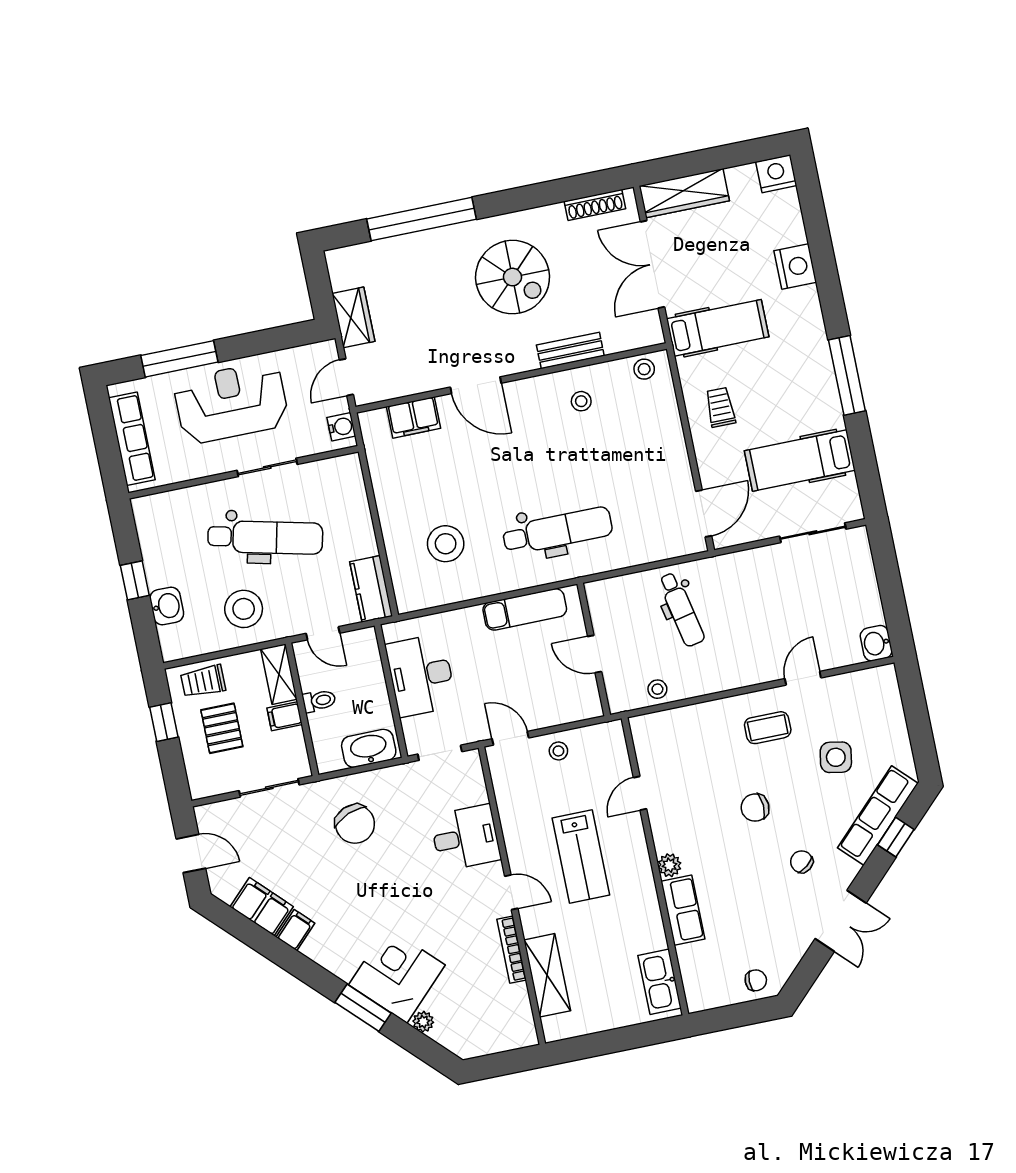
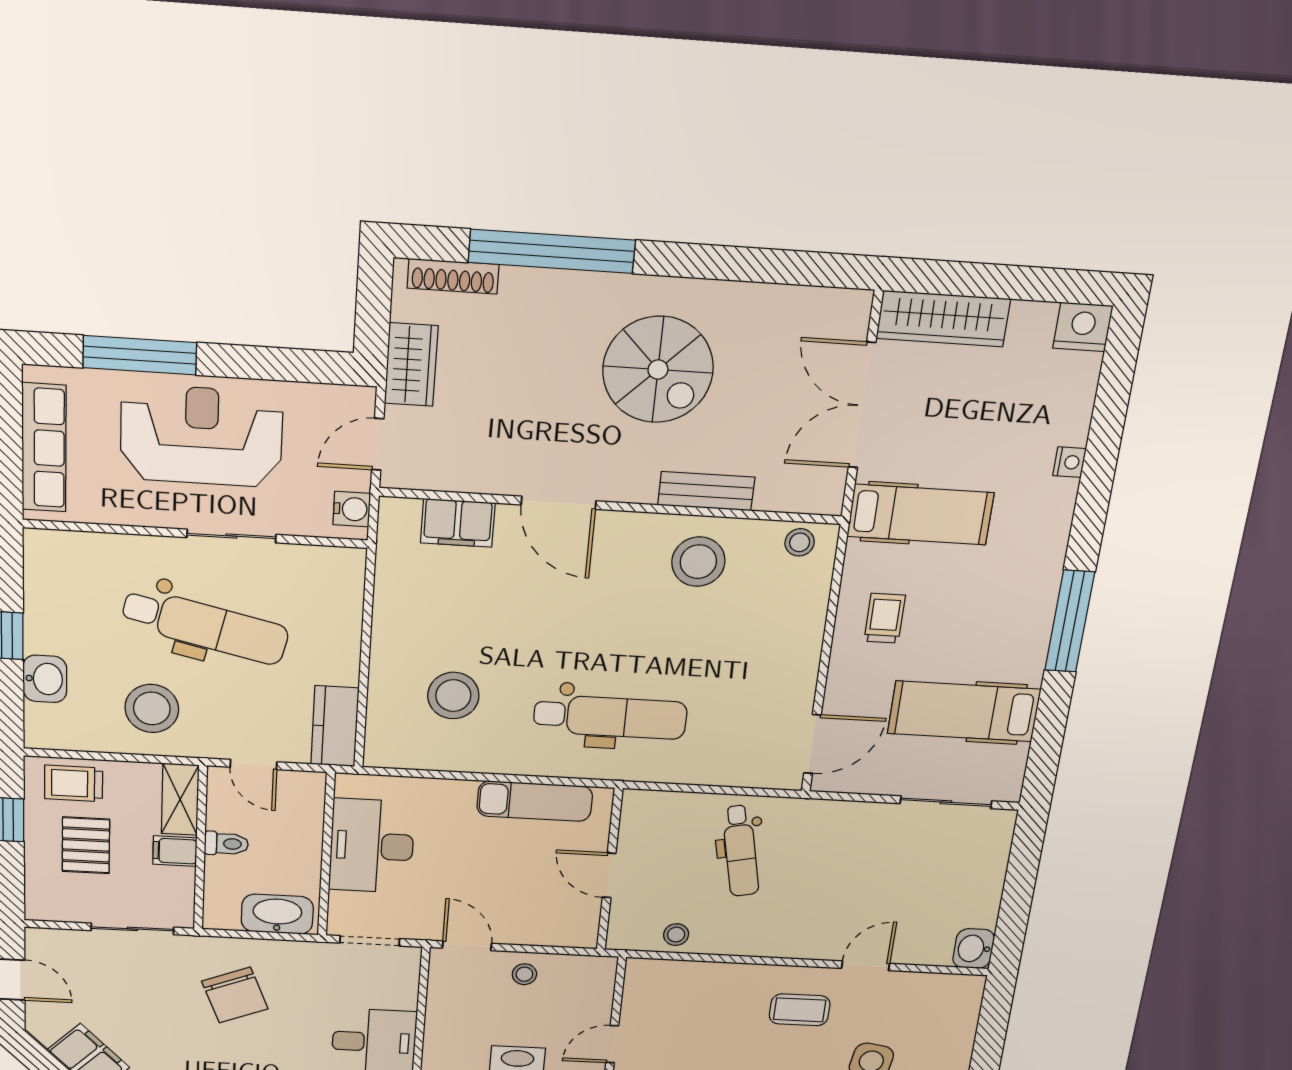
shoe rack: (595, 205) -> (453, 276), moved
nightstand: (795, 266) -> (1070, 462), width x0.53, depth x0.56
stool: (581, 401) -> (698, 562), width x1.89, depth x1.89

